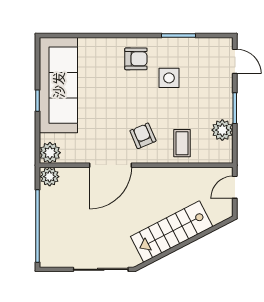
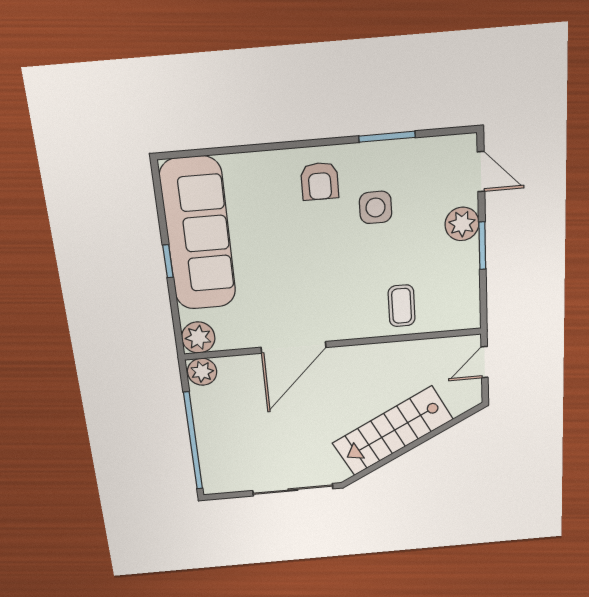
armchair: (136, 59) -> (320, 181), turned 90
plant: (222, 130) -> (462, 224), moved
armchair: (143, 136) -> (340, 300), removed

